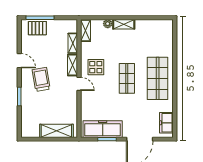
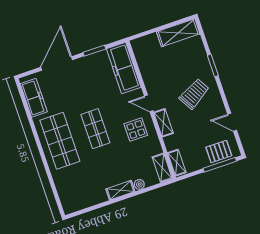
shelving: (73, 43) -> (177, 163), moved
door: (19, 61) -> (232, 122), moved
trolley: (41, 79) -> (194, 94), turned -110
freezer: (166, 123) -> (34, 98), width x1.40
freezer: (103, 129) -> (124, 68), moved, turned 90
shelving: (56, 131) -> (178, 33), moved

